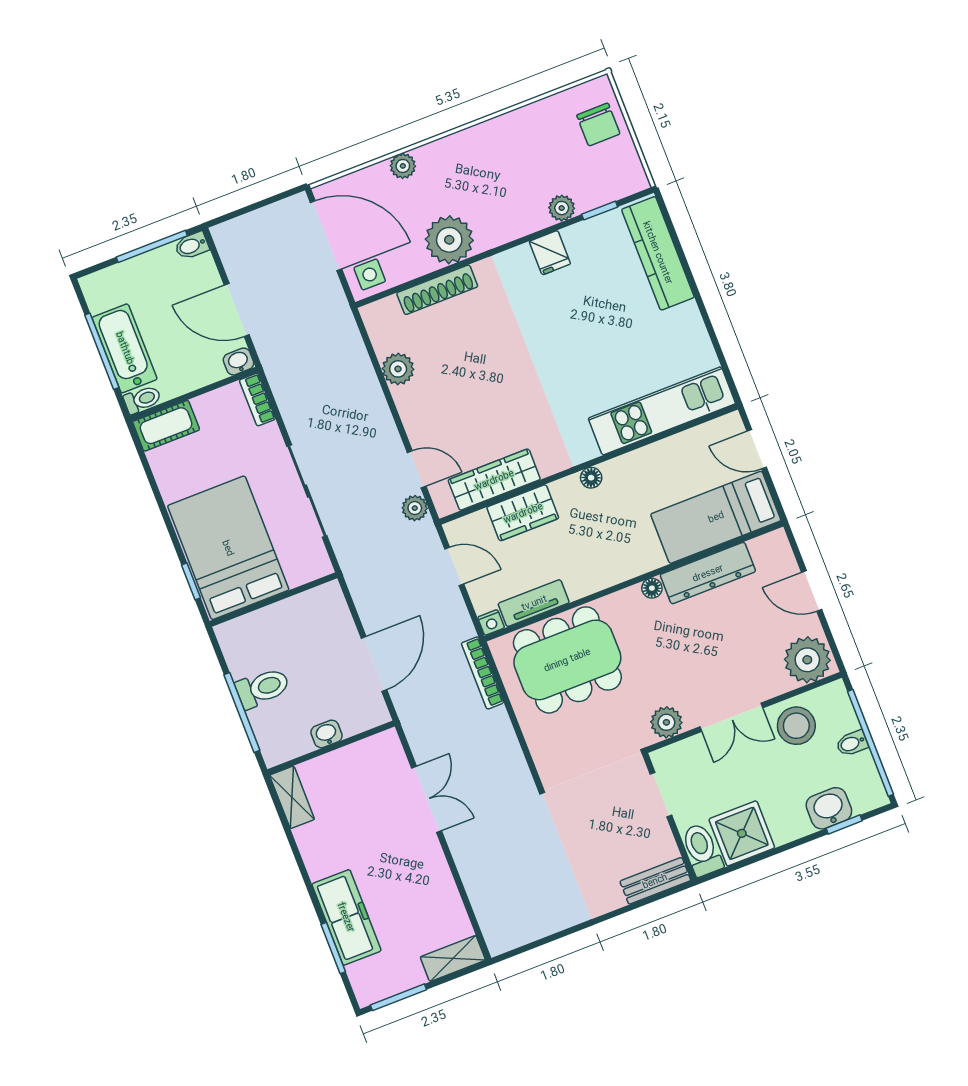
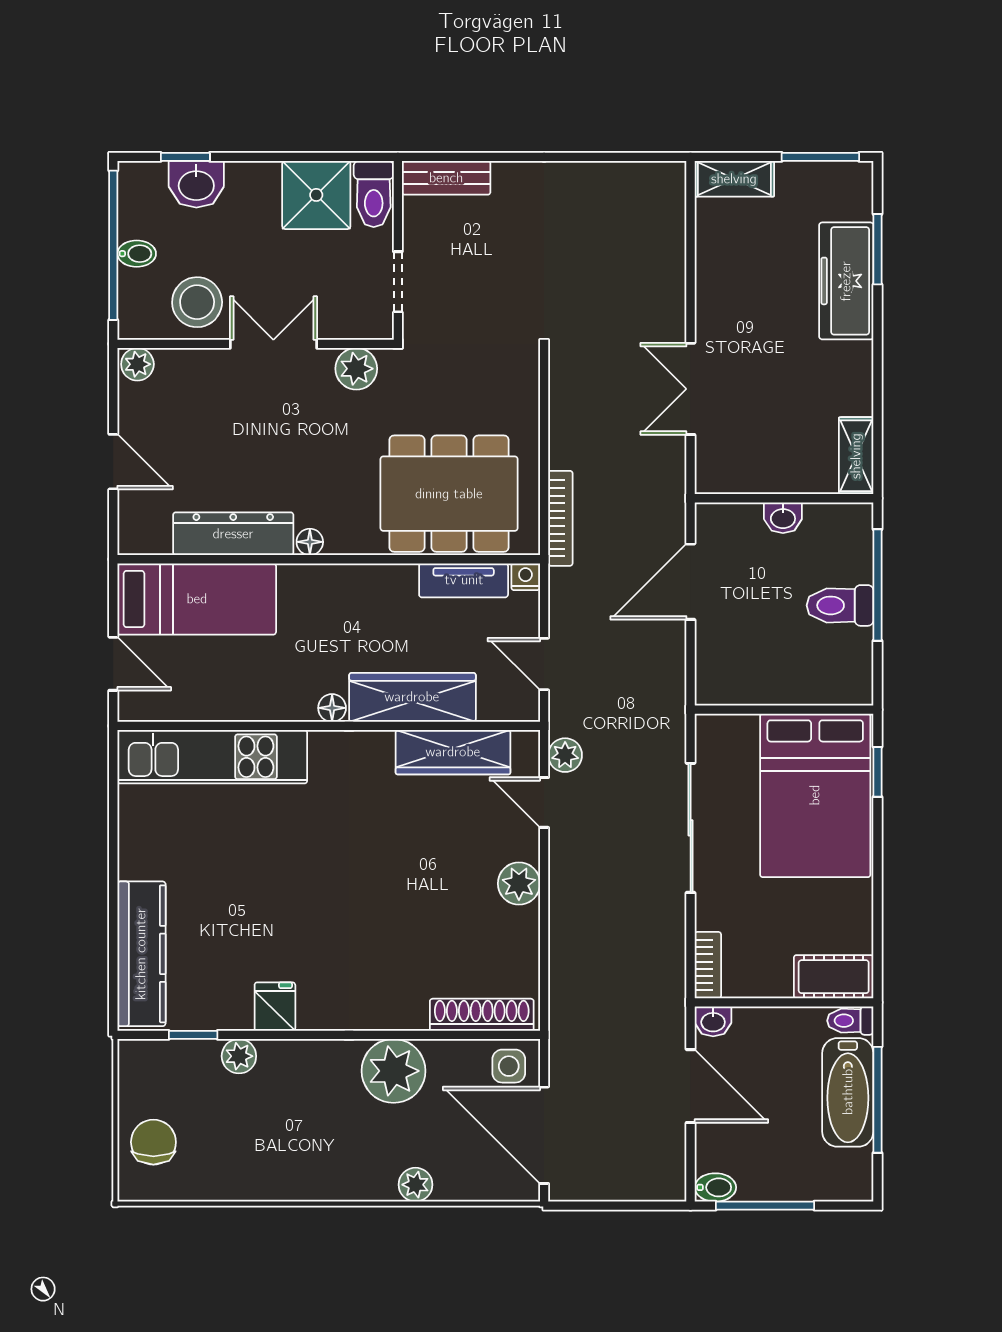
shoe rack: (437, 290) -> (482, 1015), moved
plant: (398, 369) -> (519, 884), moved
wardrobe: (523, 513) -> (412, 697), width x1.50
plant: (807, 660) -> (137, 364), width x0.53, depth x0.53

